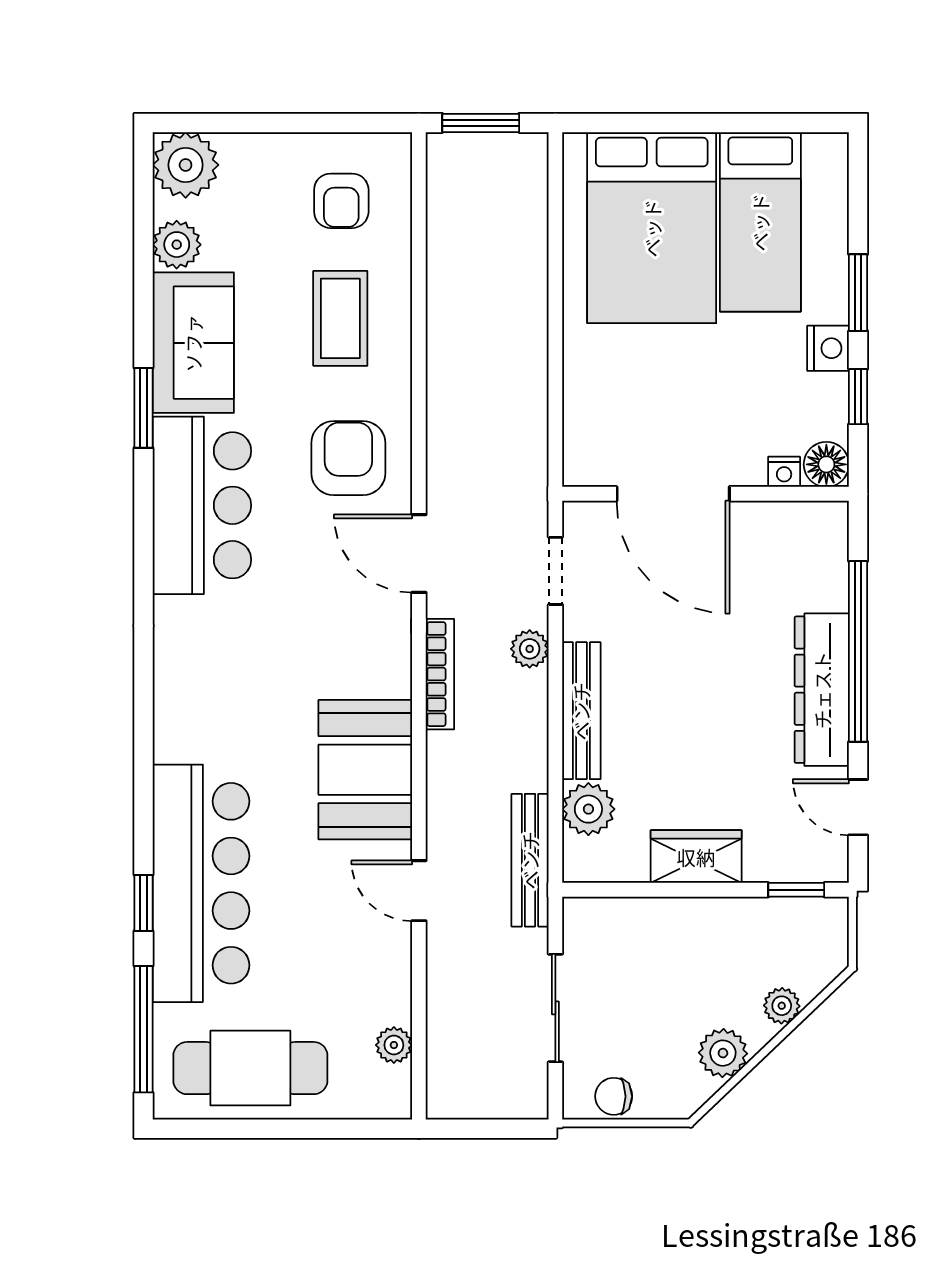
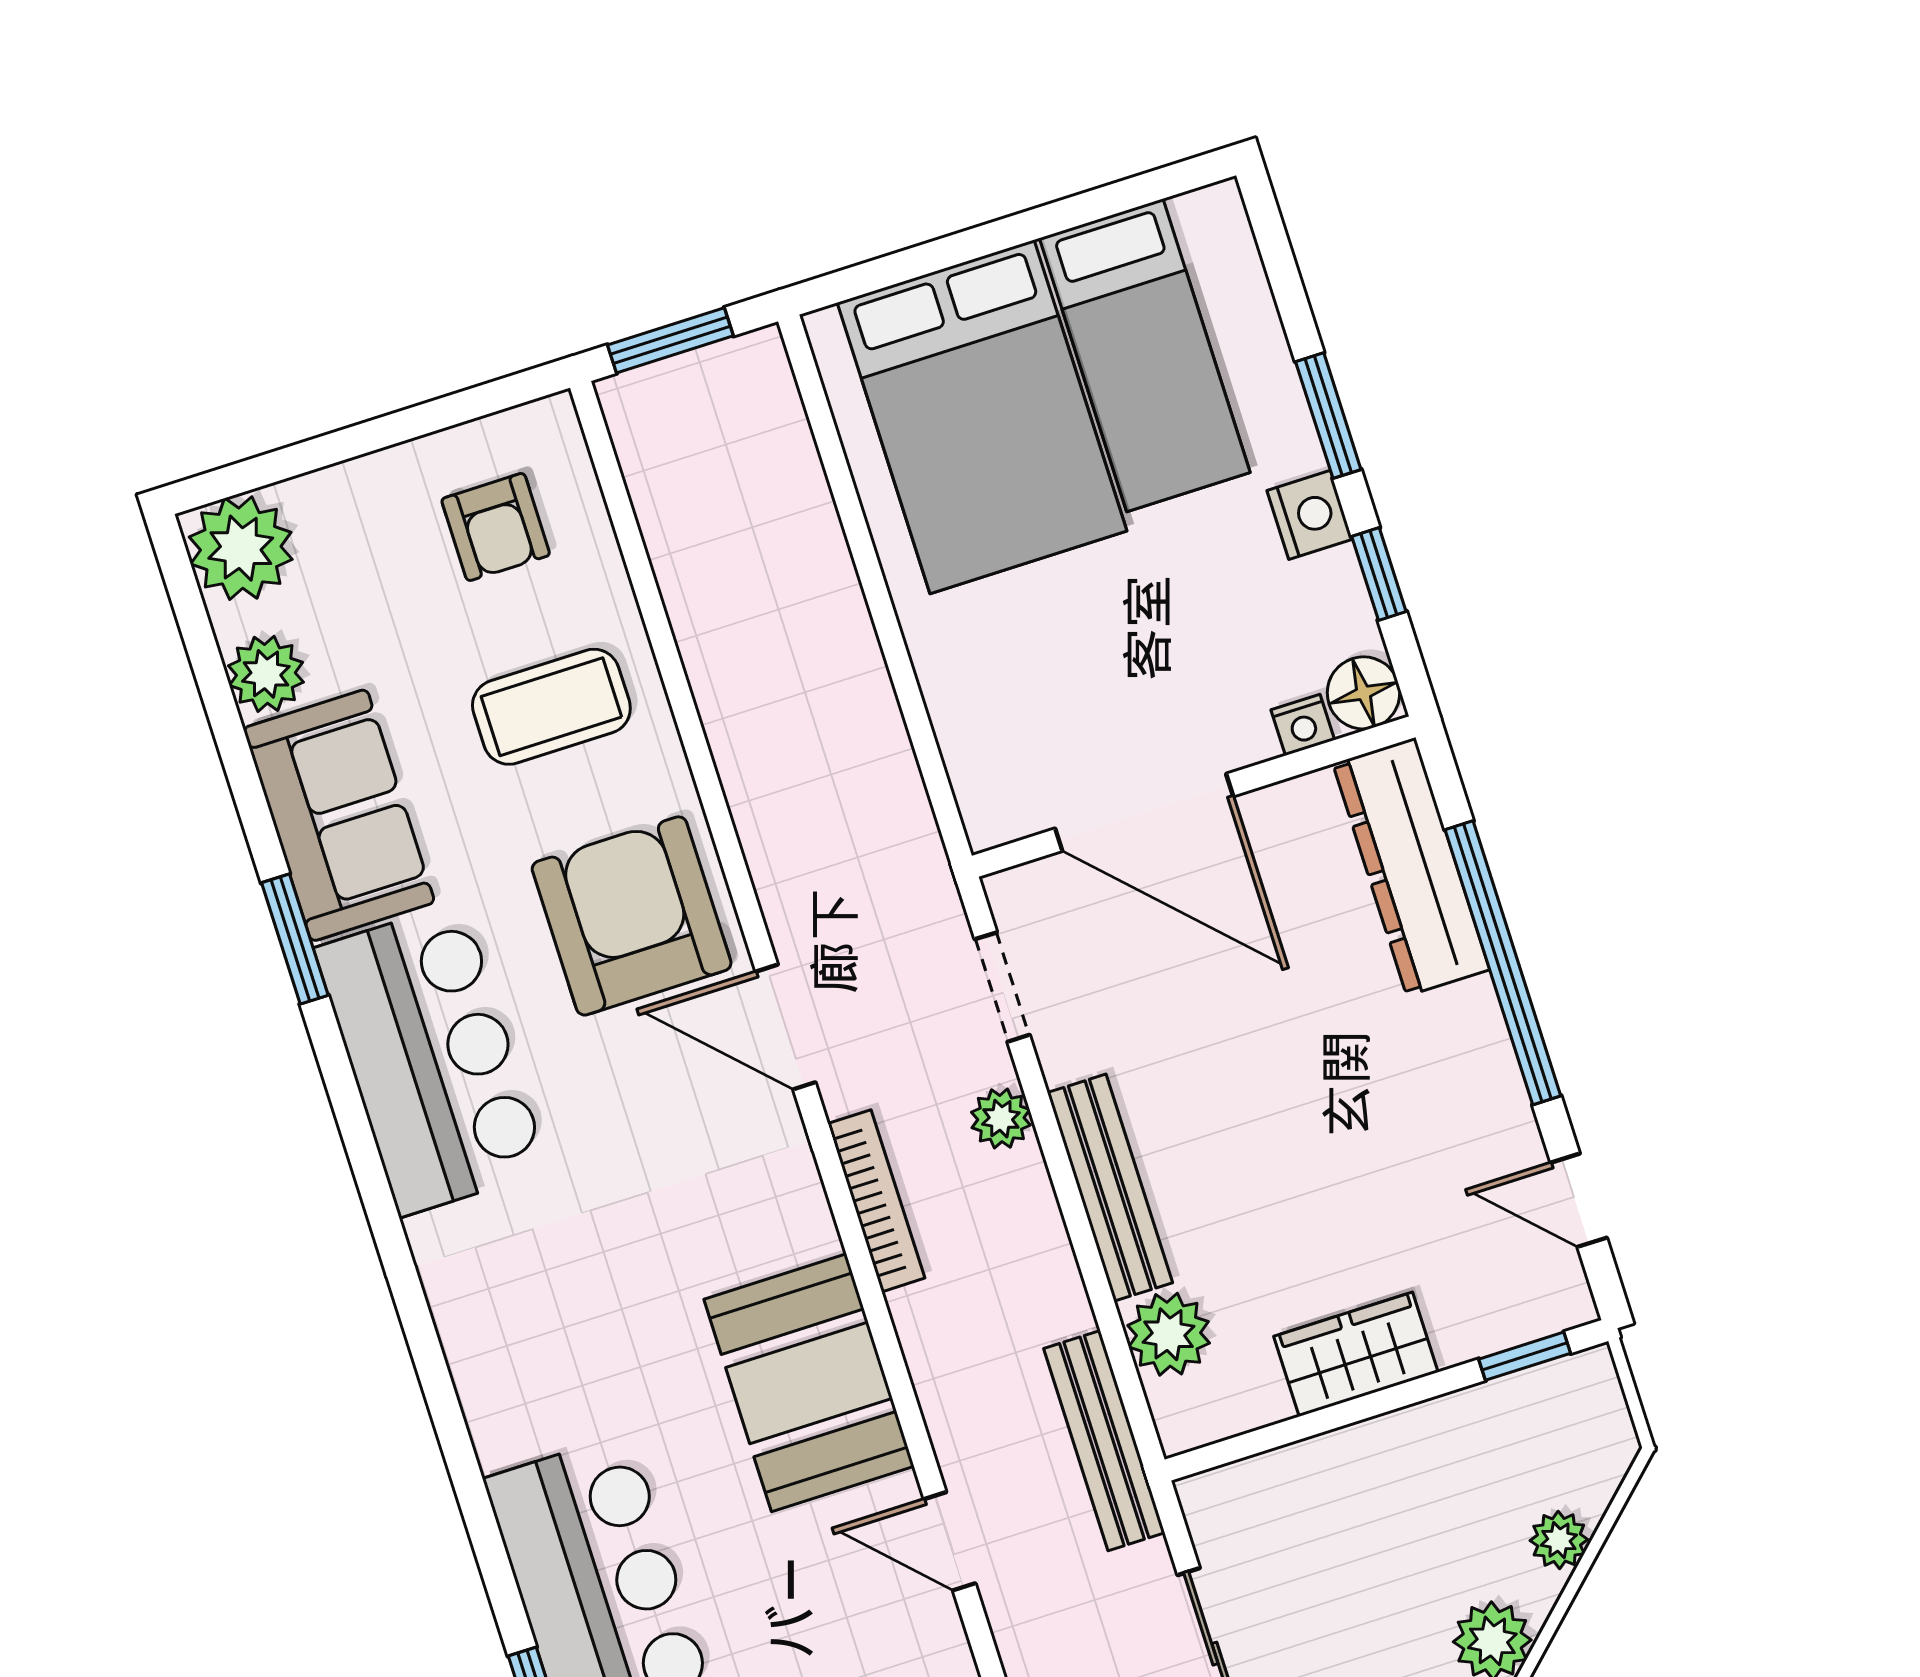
coffee table: (340, 318) -> (551, 707), turned 90
armchair: (348, 458) -> (632, 916), width x1.36, depth x1.36
dresser: (822, 690) -> (1411, 867), moved

